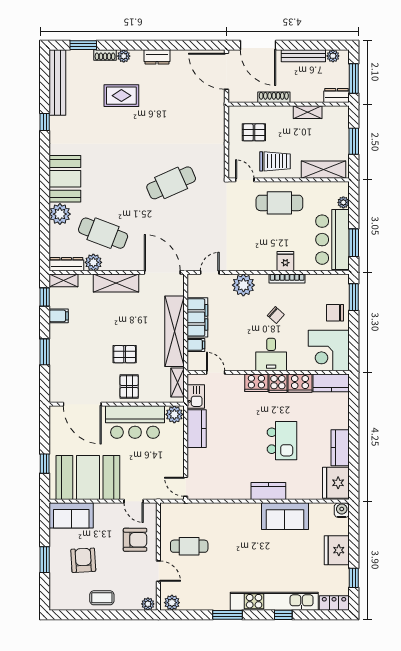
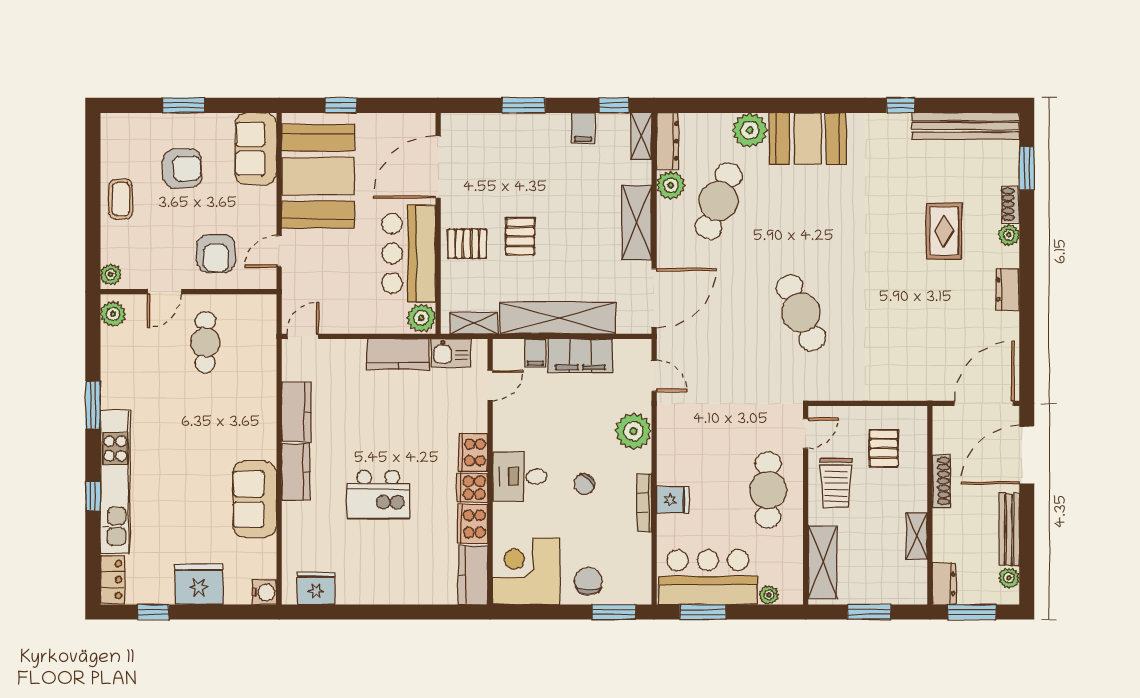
kitchen counter: (340, 448) -> (297, 412), moved, turned 90
fridge: (336, 483) -> (316, 588), width x0.73, depth x0.75

